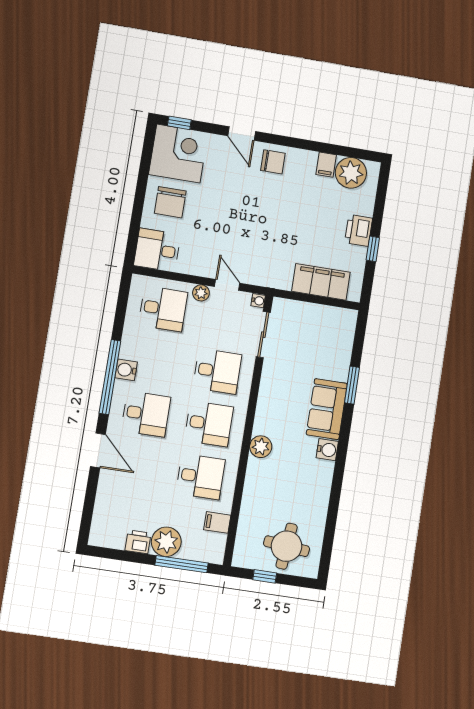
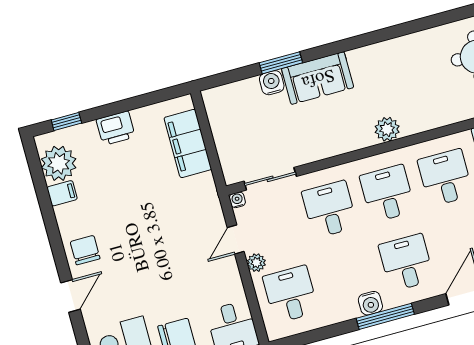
window: (373, 249) -> (66, 121), moved
window: (110, 377) -> (385, 316), width x0.68
water cooler: (327, 450) -> (272, 83), moved

